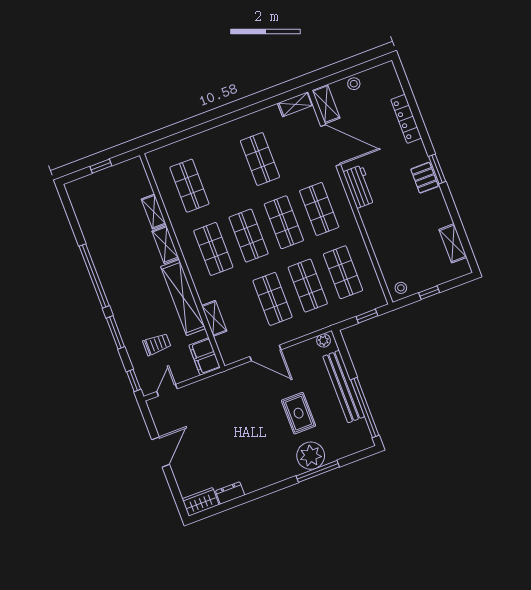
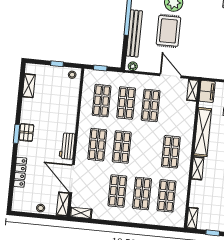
shelving: (154, 212) -> (192, 218), moved
shop shelf: (249, 236) -> (142, 193), moved
shelving: (214, 318) -> (193, 90), moved
rug: (299, 413) -> (168, 31), width x1.36, depth x1.43

